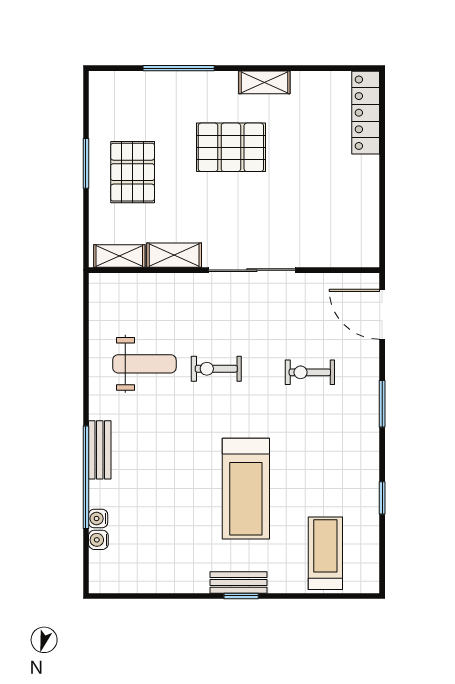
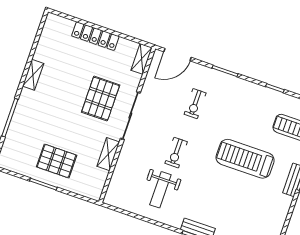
locker: (366, 113) -> (95, 36), moved
pallet: (231, 147) -> (101, 99), moved
shelving: (119, 256) -> (142, 59), moved
weight bench: (144, 364) -> (160, 190), turned 180
treadmill: (246, 489) -> (245, 159), turned 180

